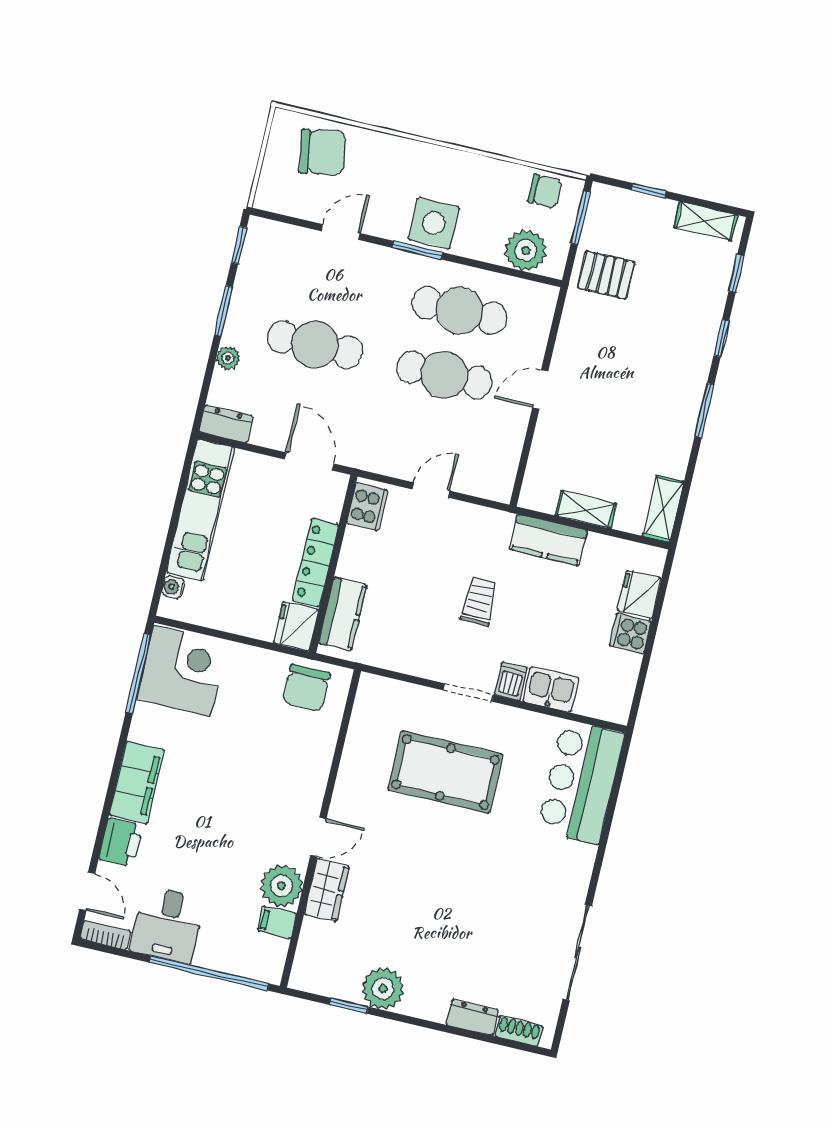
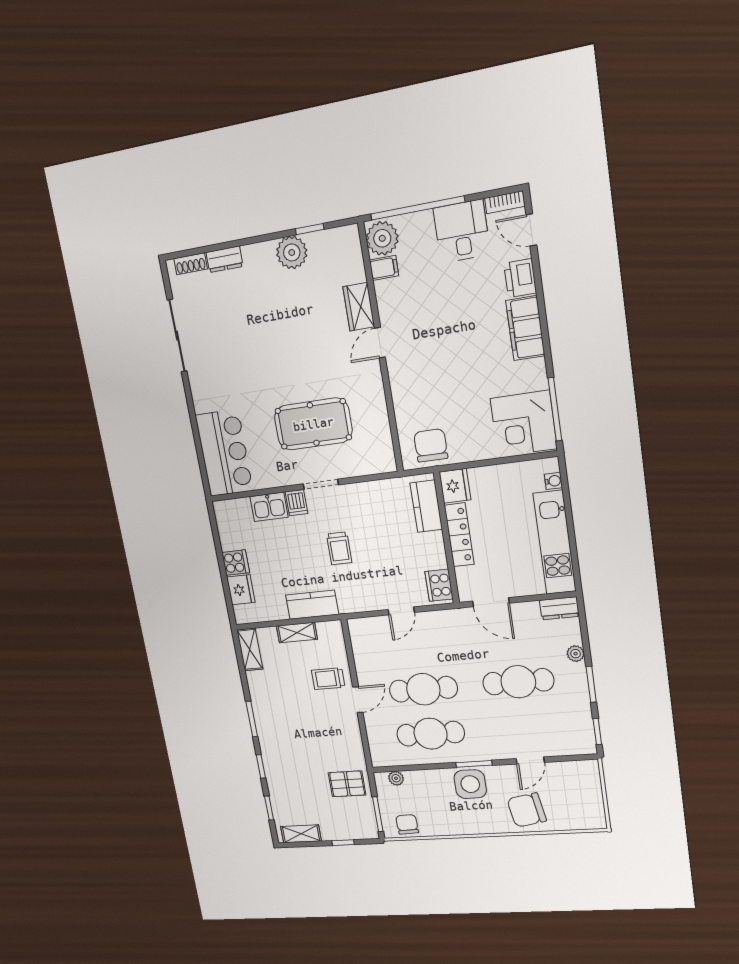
chair: (323, 152) -> (527, 810), moved
chair: (545, 191) -> (407, 824), turned 88
plant: (526, 250) -> (396, 778), width x0.53, depth x0.53
trolley: (569, 432) -> (328, 679), added
plant: (282, 886) -> (382, 238), moved

